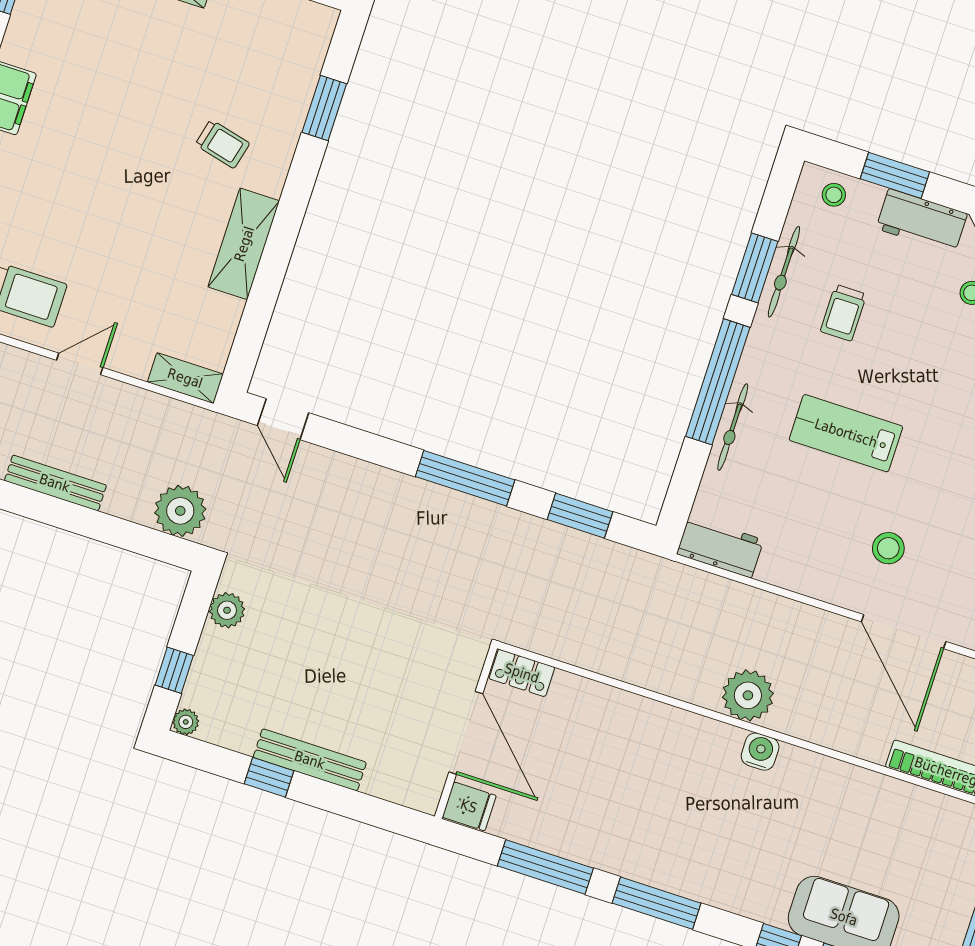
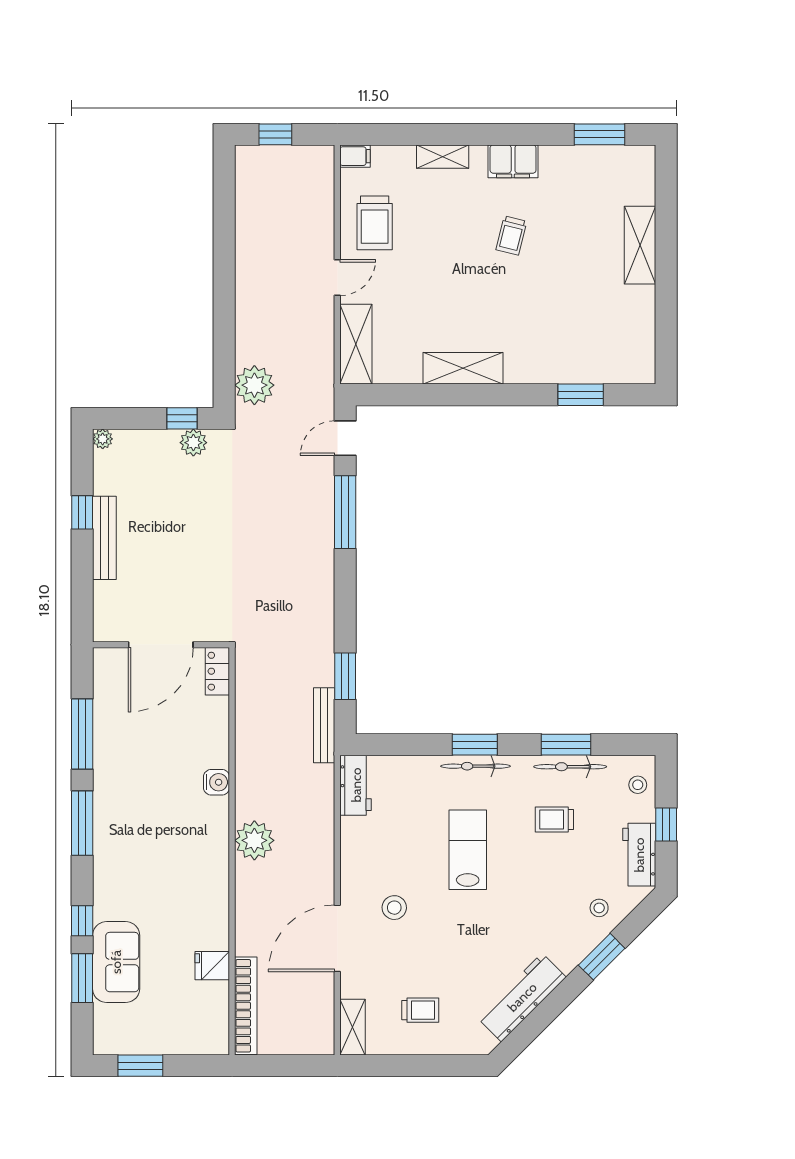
trolley: (222, 144) -> (511, 235), moved
window: (895, 175) -> (666, 824), width x0.67
door: (80, 364) -> (337, 278), hinge flipped
shelving: (185, 378) -> (356, 344), width x1.50, depth x1.33
window: (718, 382) -> (475, 745), width x0.47
bicycle: (733, 427) -> (476, 766), moved
window: (465, 478) -> (345, 512), moved
bench: (55, 483) -> (324, 725), moved
window: (174, 670) -> (182, 418), moved
water cooler: (760, 752) -> (217, 782), moved
fridge: (469, 806) -> (212, 966), moved, turned 90

